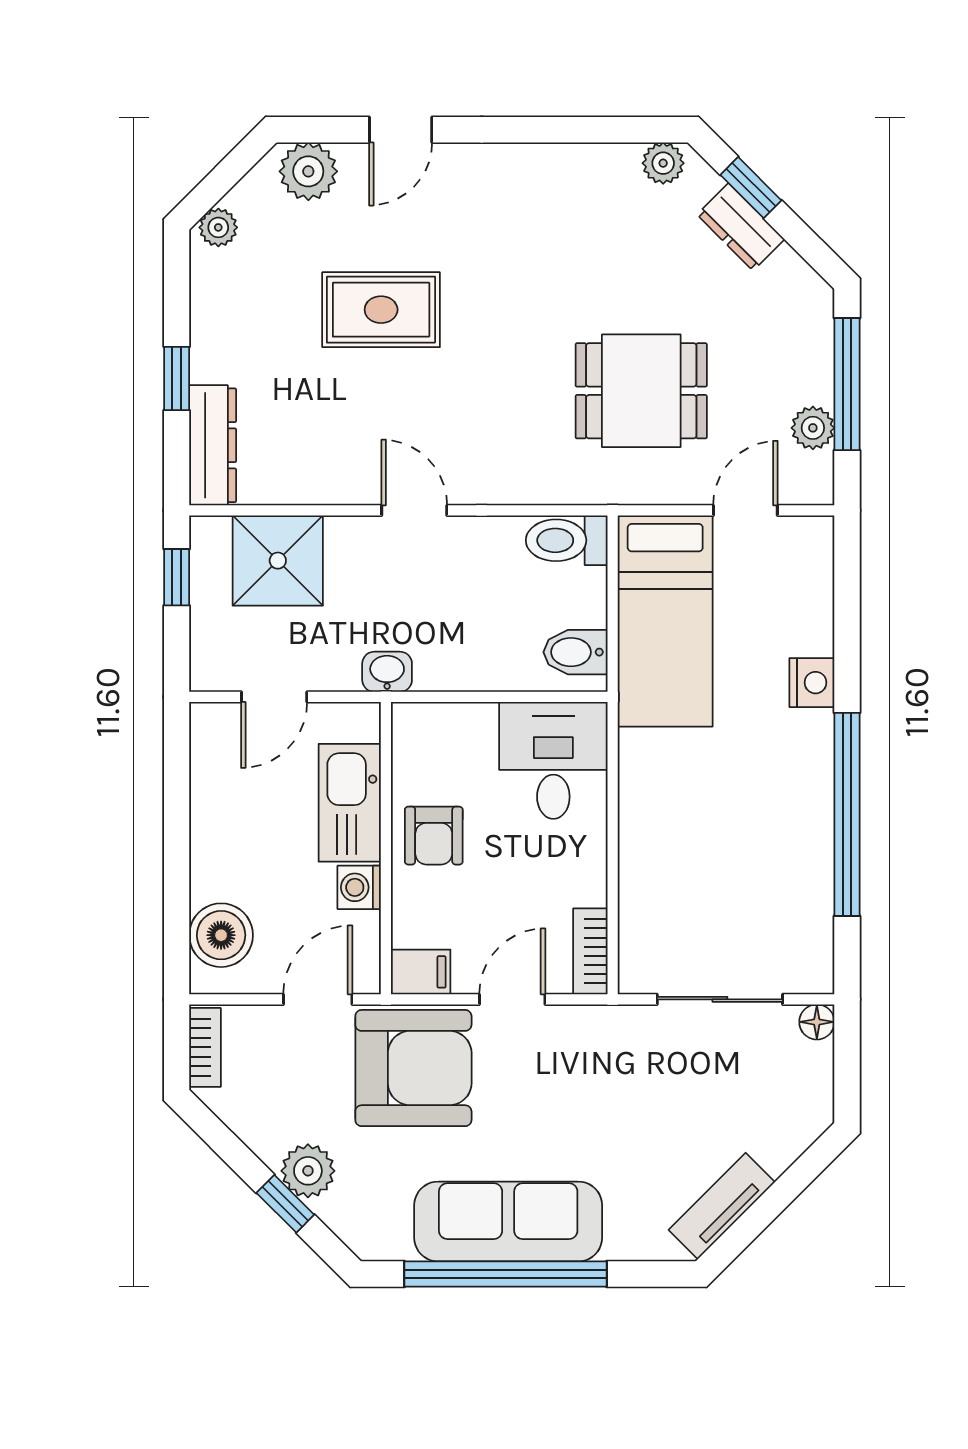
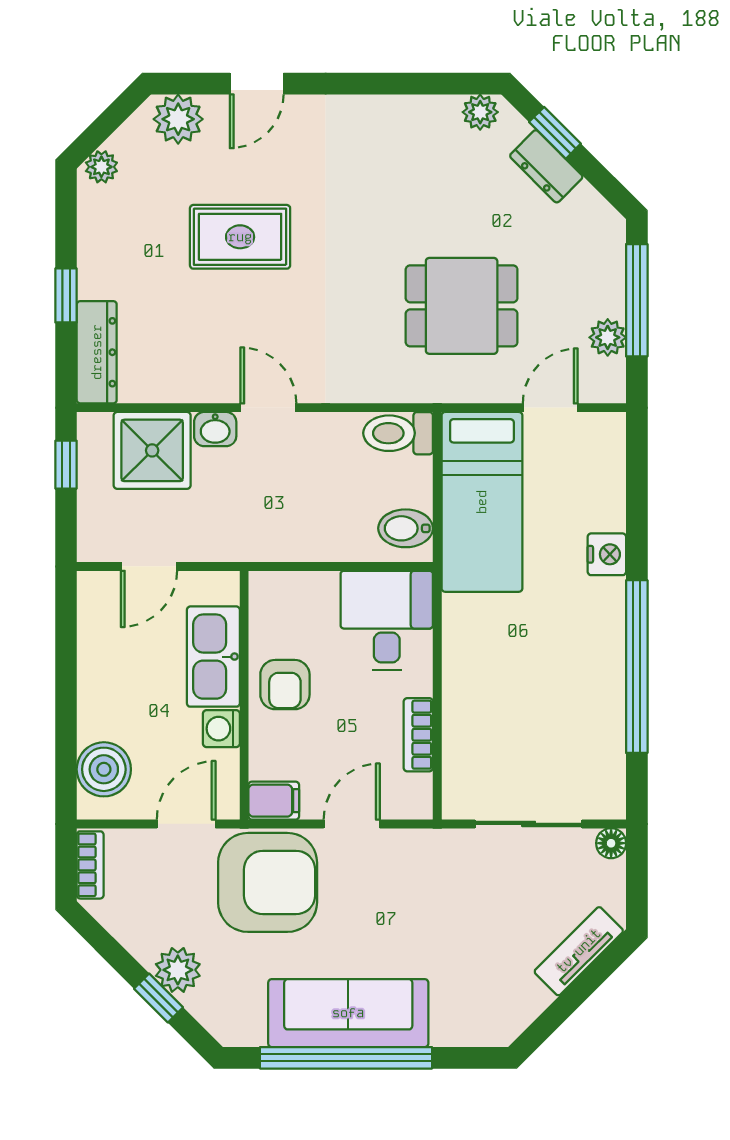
washbasin: (387, 672) -> (215, 429), moved, turned 180
bookcase: (590, 951) -> (418, 735), moved
tv unit: (722, 1206) -> (579, 951), moved

